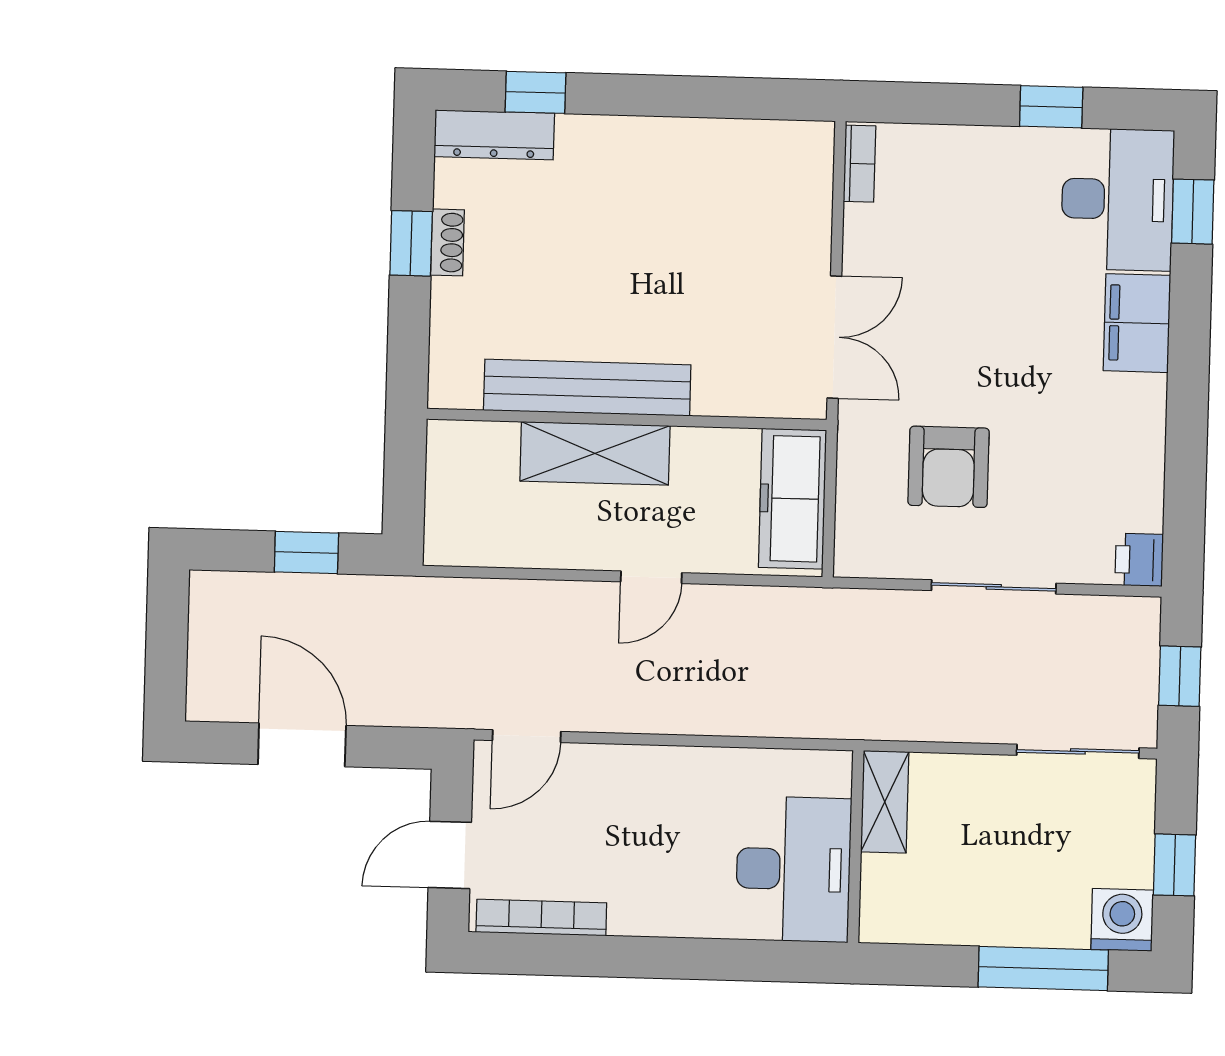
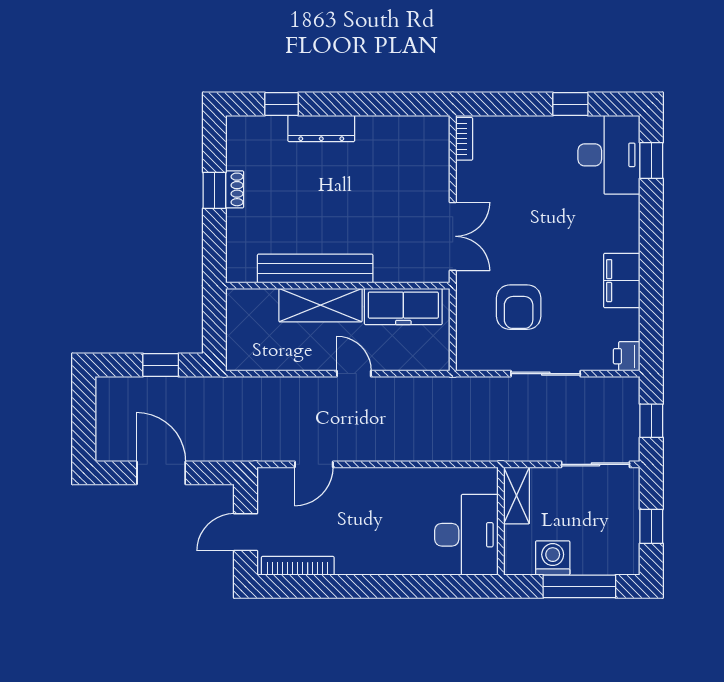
dresser: (494, 135) -> (321, 128), moved
filing cabinet: (1137, 323) -> (622, 281), moved
freezer: (792, 499) -> (403, 307), moved, turned -90
door: (651, 577) -> (354, 374), swing flipped
door: (527, 736) -> (314, 464), moved
shelving: (885, 802) -> (517, 496), moved
wall: (856, 847) -> (501, 521), moved
desk: (793, 869) -> (466, 535), moved
washing machine: (1122, 920) -> (553, 558), moved

